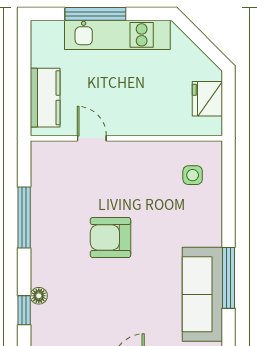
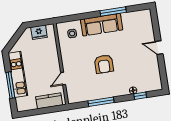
sofa: (202, 294) -> (102, 25), moved

